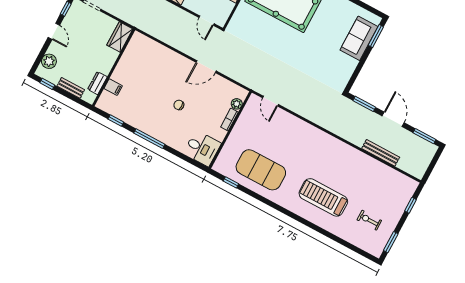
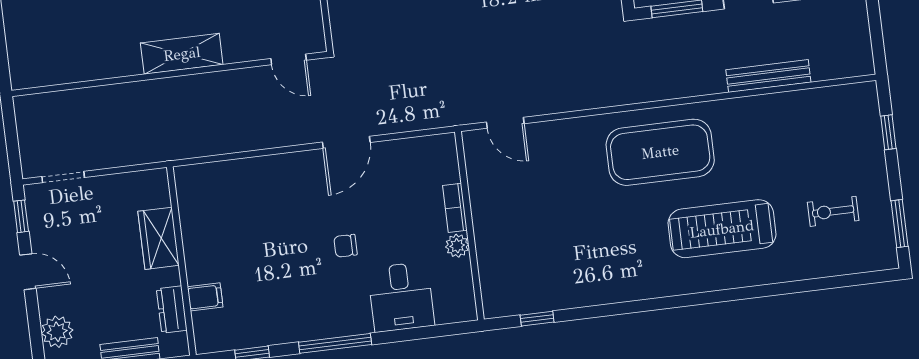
wardrobe: (120, 37) -> (158, 238), moved
plant: (237, 104) -> (457, 246), moved
desk: (202, 148) -> (401, 297), moved, turned 90
exercise mat: (261, 170) -> (660, 152), moved

